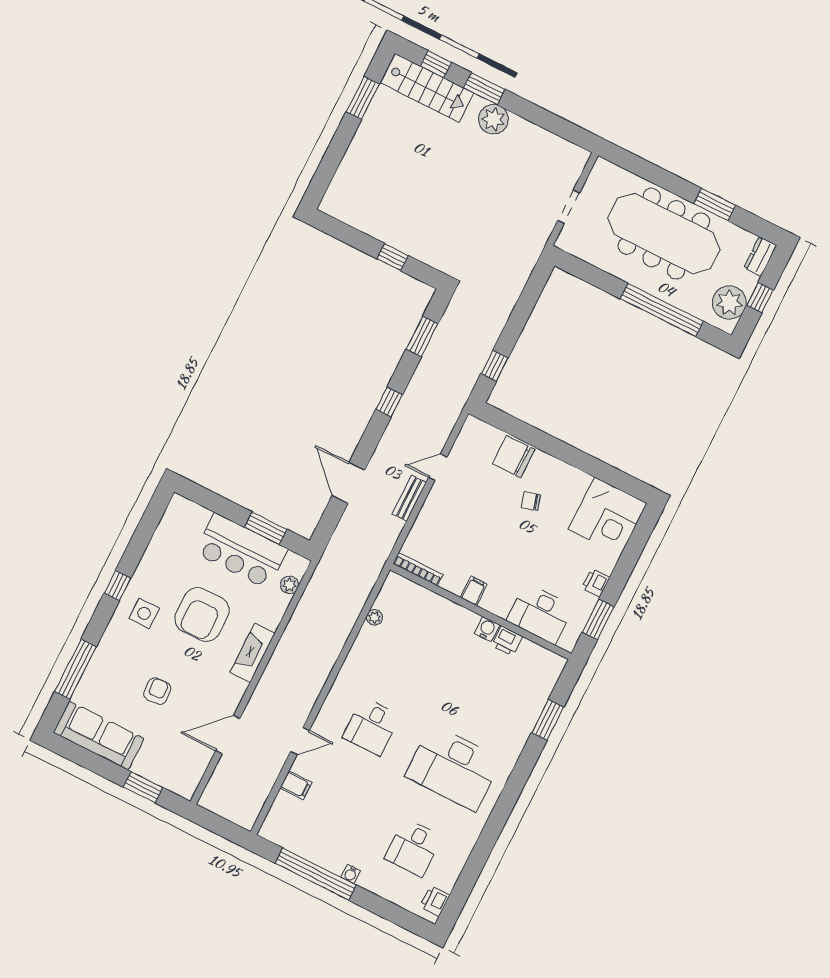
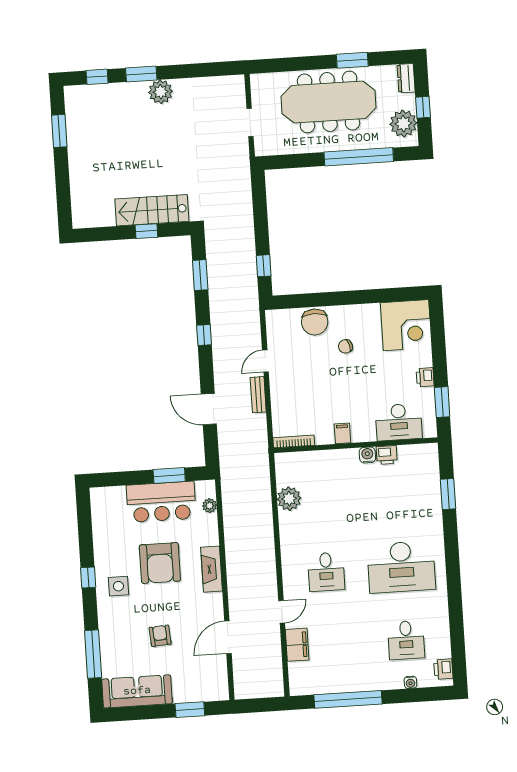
stairs: (427, 88) -> (152, 210), moved, turned 180
chair: (514, 457) -> (315, 322), turned -90
plant: (375, 617) -> (289, 499), width x1.88, depth x1.88
filing cabinet: (296, 785) -> (297, 645), width x2.00
water cooler: (351, 874) -> (410, 682), moved

